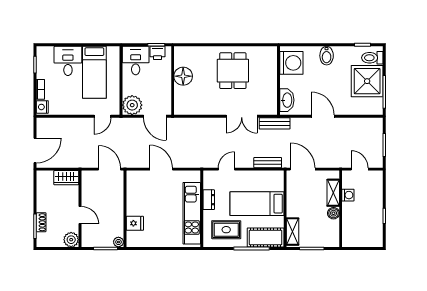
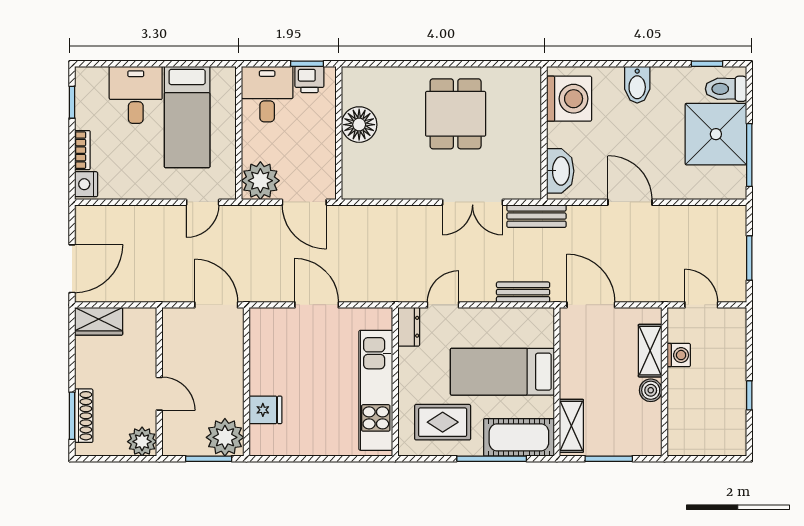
wardrobe: (66, 178) -> (99, 321), moved
dresser: (209, 200) -> (409, 327), moved
shoe rack: (41, 222) -> (84, 416), width x1.43
plant: (118, 242) -> (225, 437), width x1.88, depth x1.88

